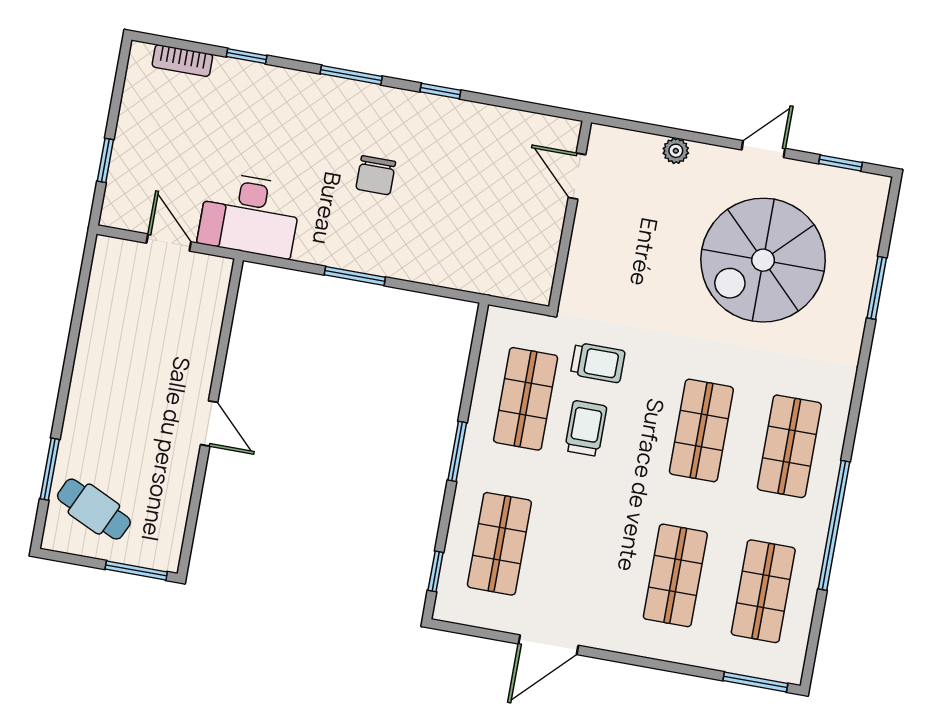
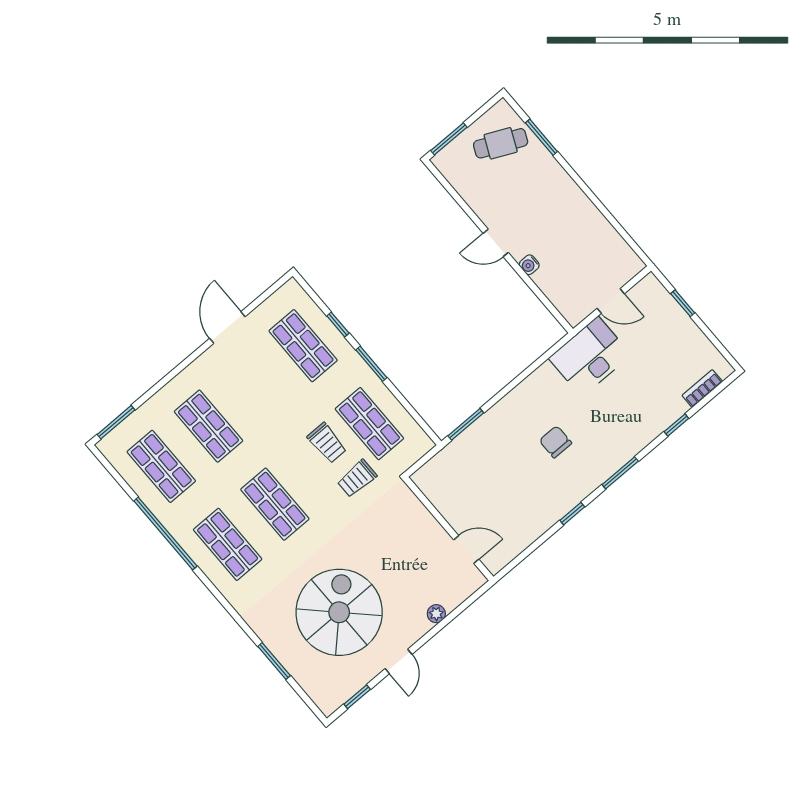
window: (355, 276) -> (466, 424), moved
water cooler: (203, 366) -> (529, 265), added
window: (436, 571) -> (338, 325), moved

